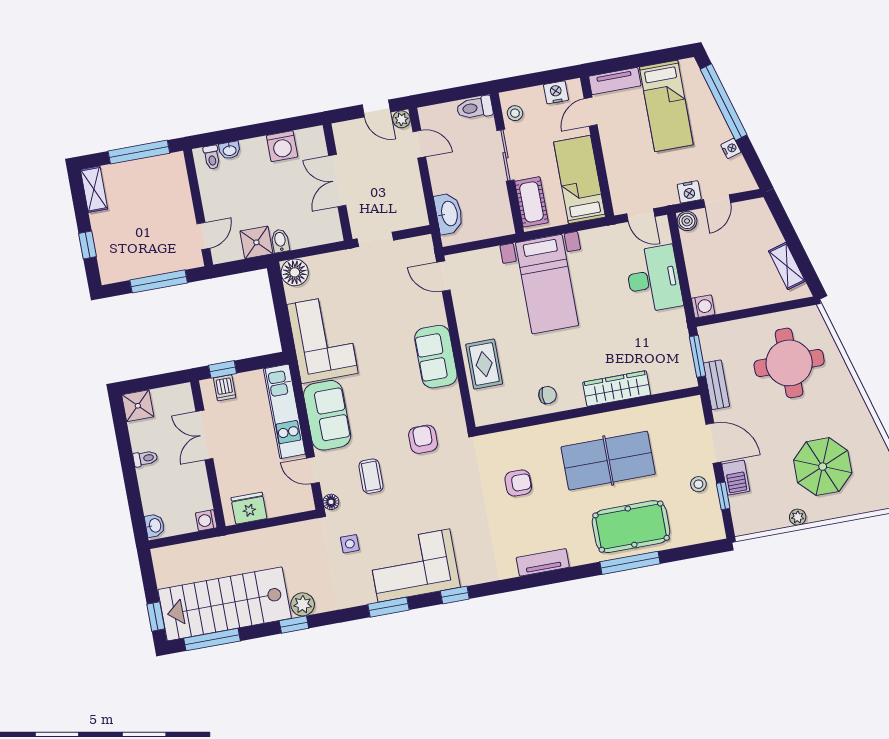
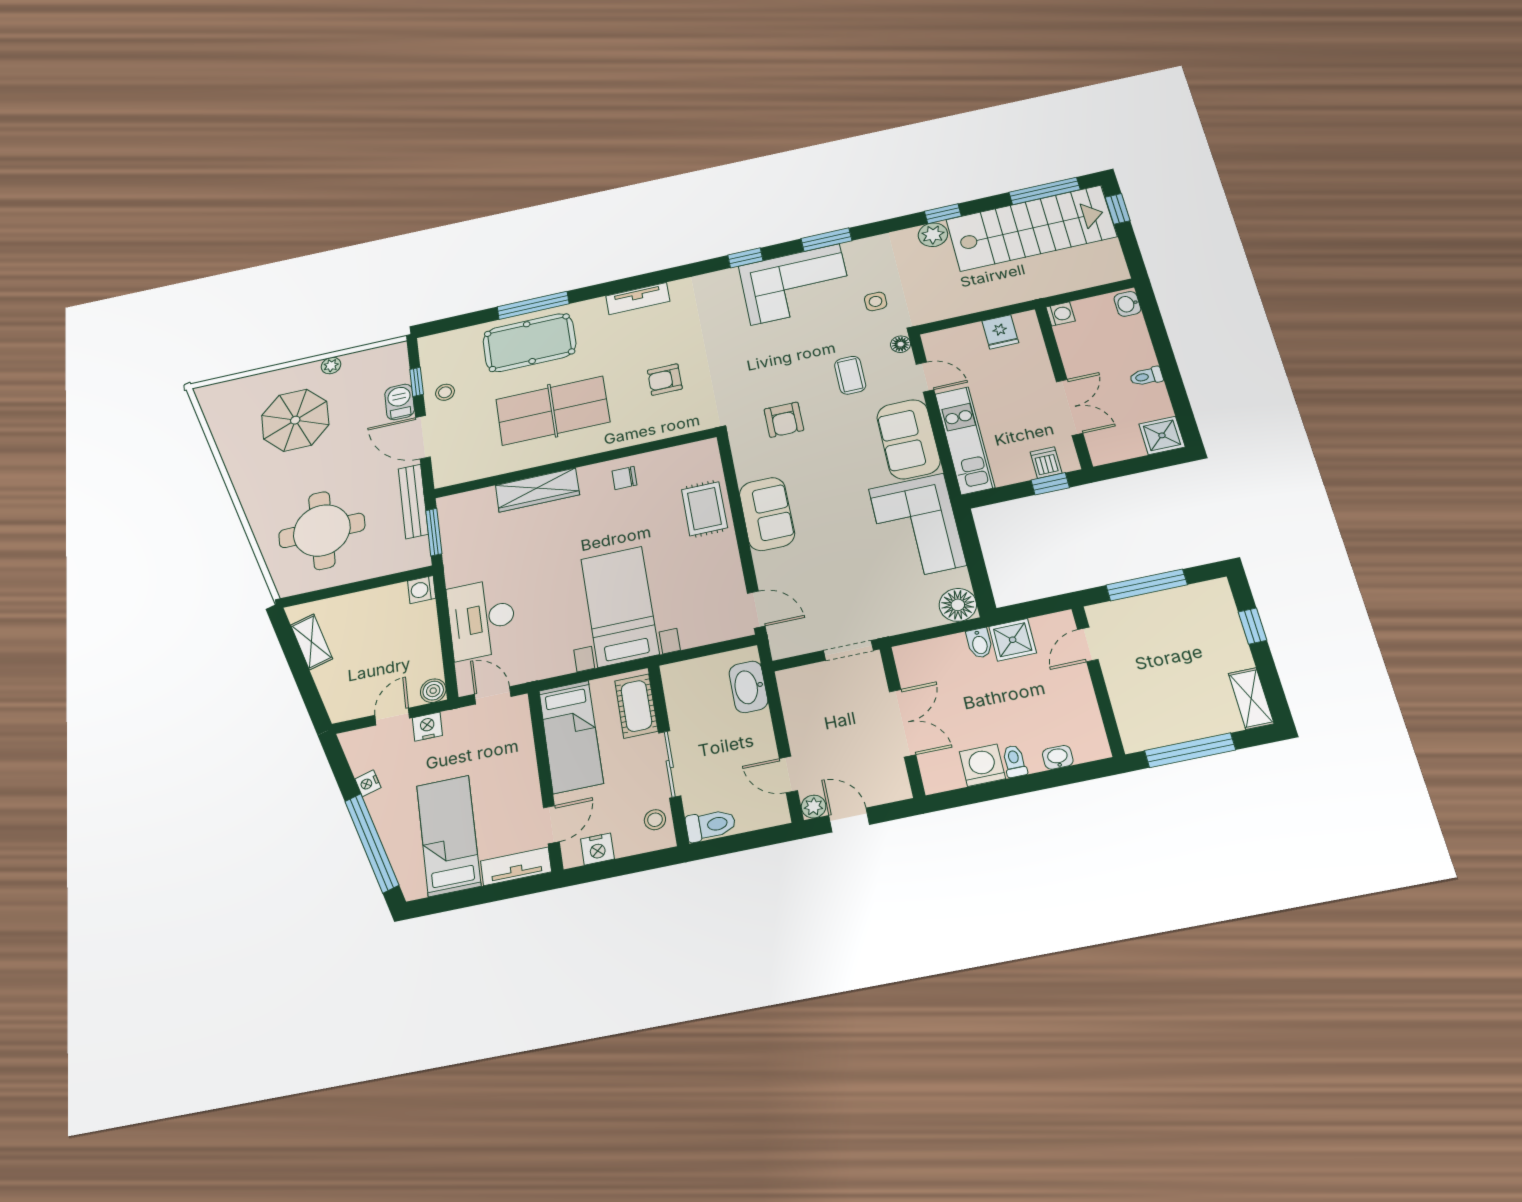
toilet: (212, 157) -> (1014, 761), moved
bench: (716, 385) -> (413, 501), width x1.36
fridge: (249, 508) -> (1000, 332), width x0.72

